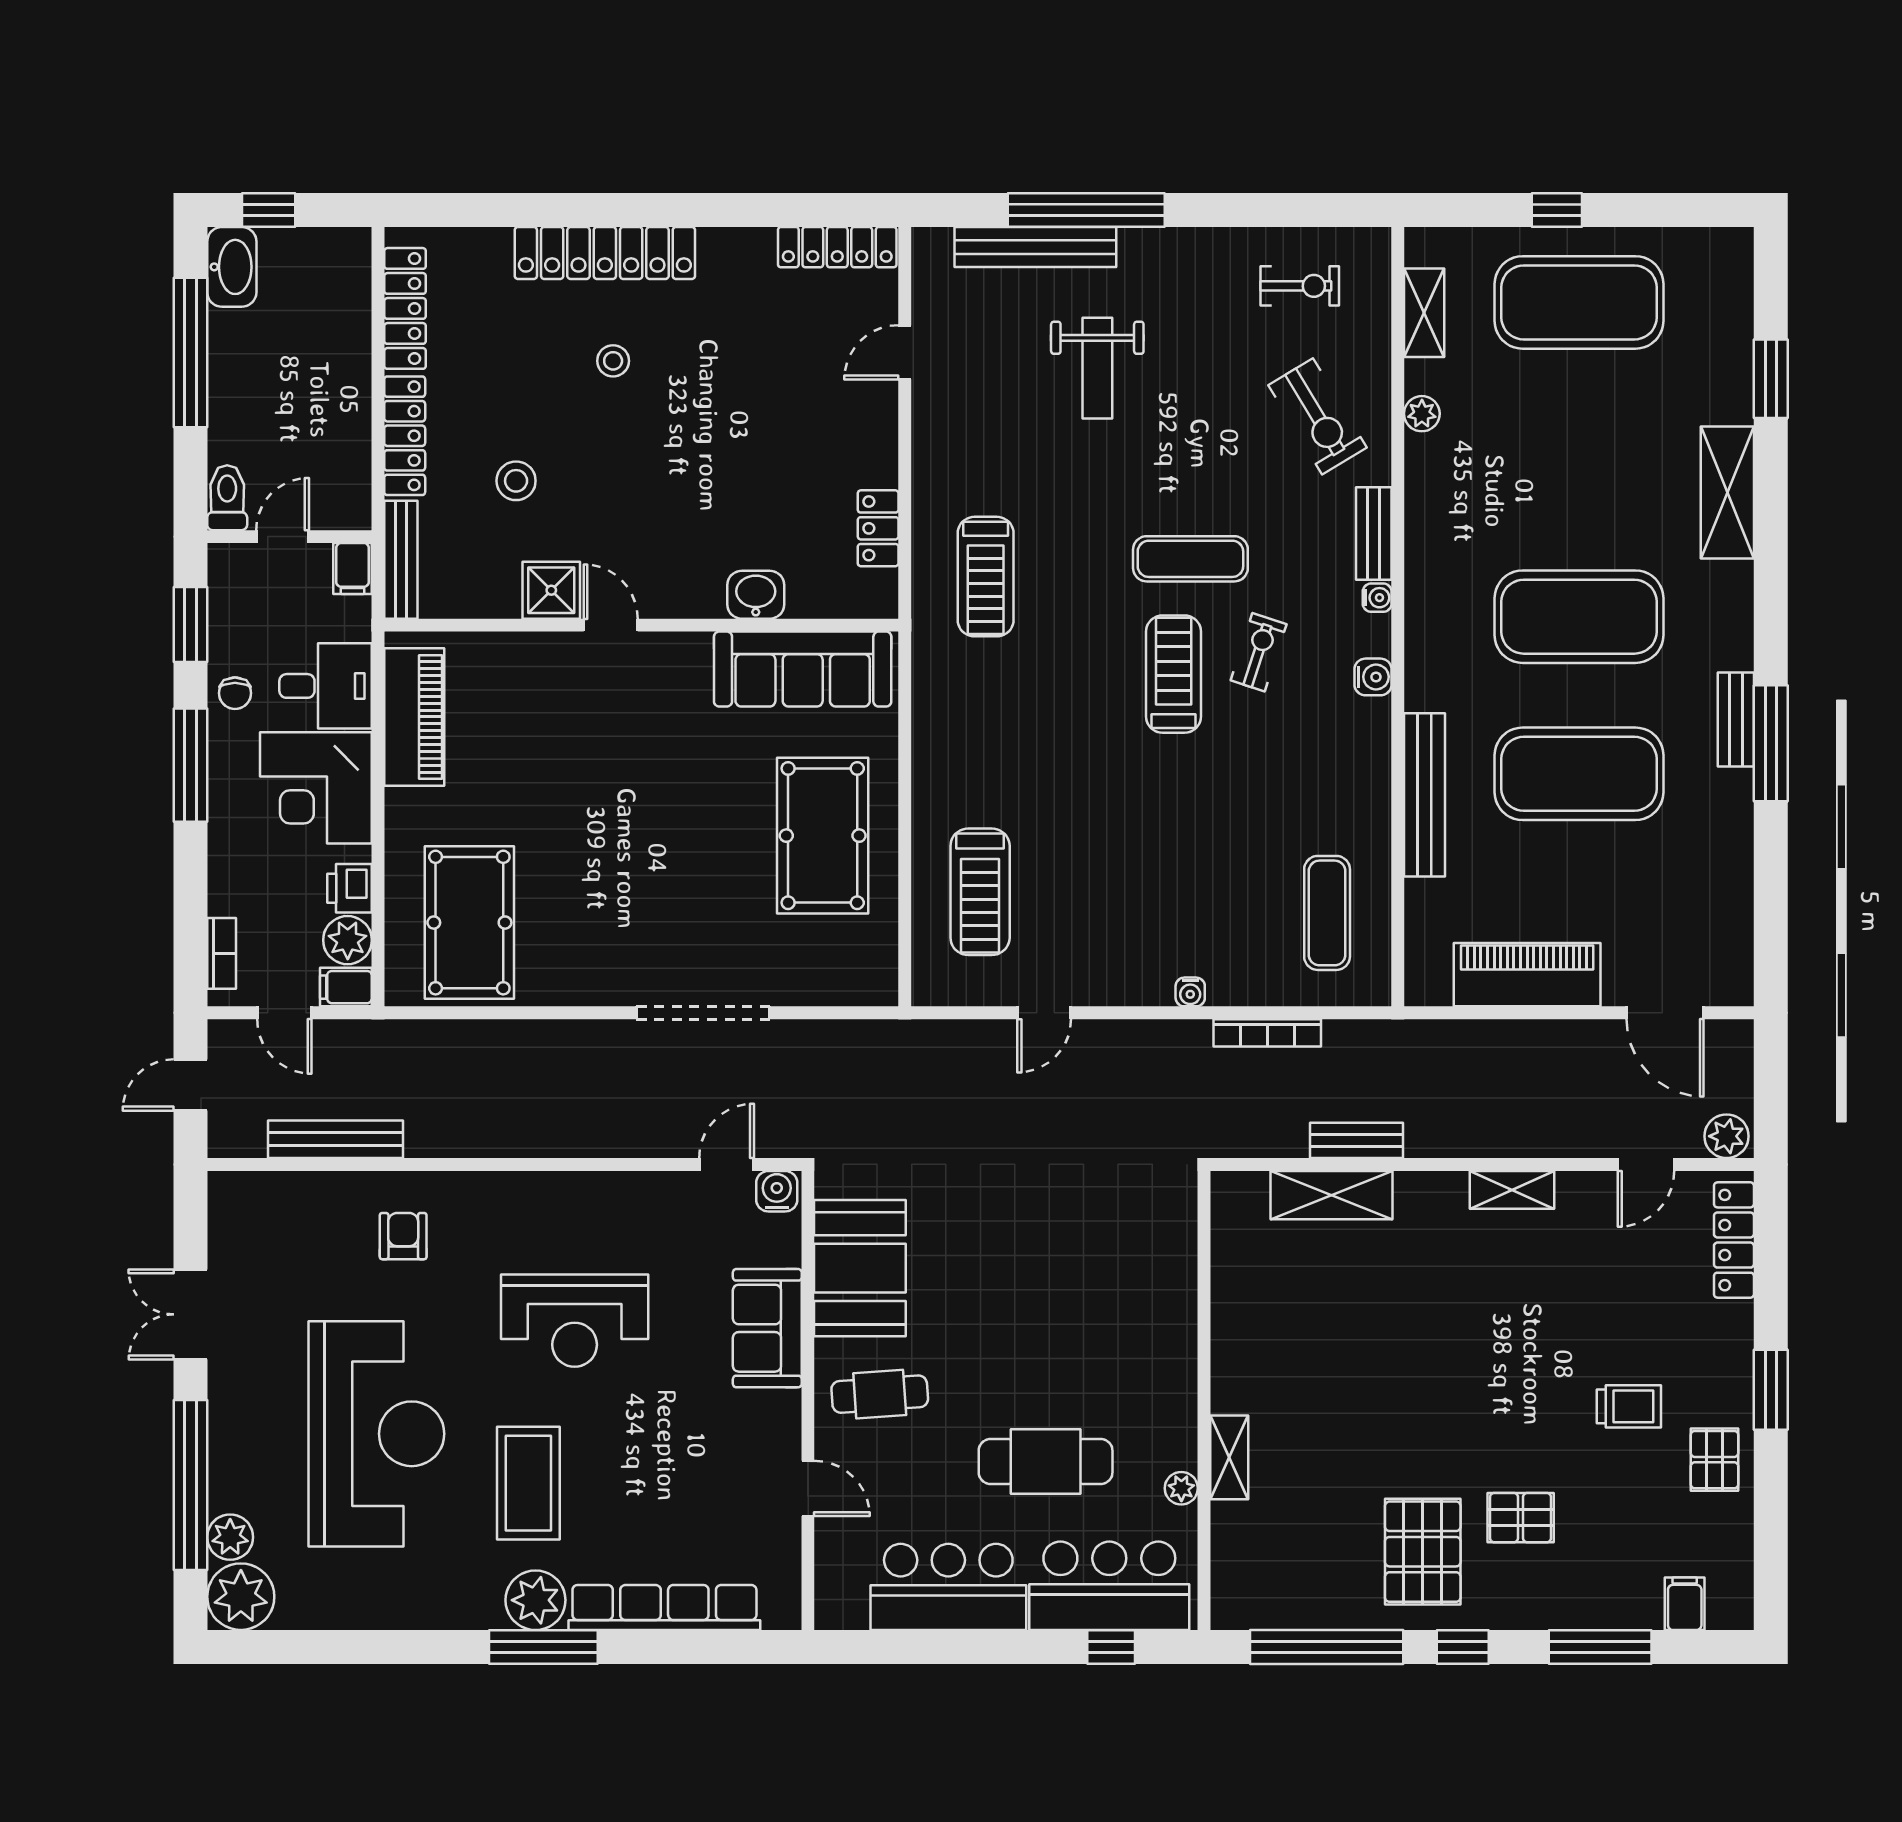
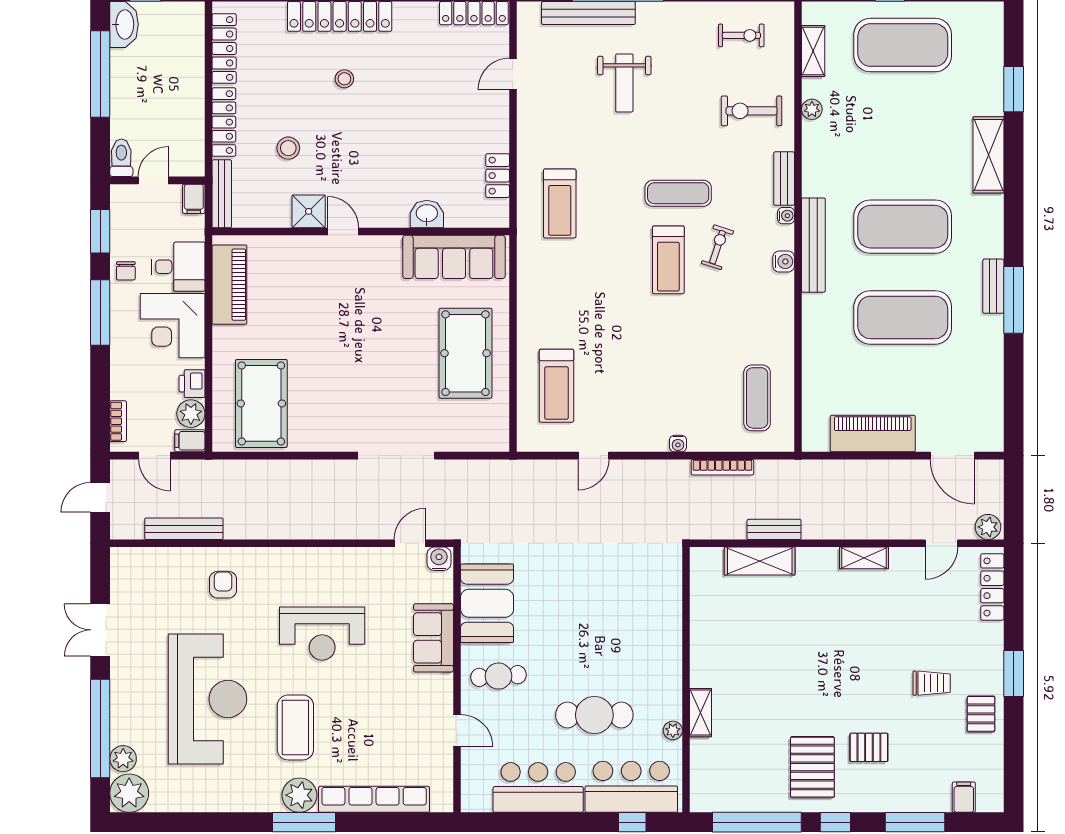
exercise bike: (1318, 416) -> (752, 111), turned 121
treadmill: (1174, 674) -> (668, 260), turned 180
bench: (1424, 795) -> (813, 245), moved

